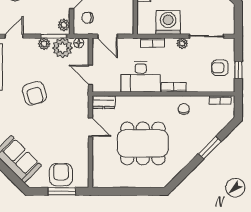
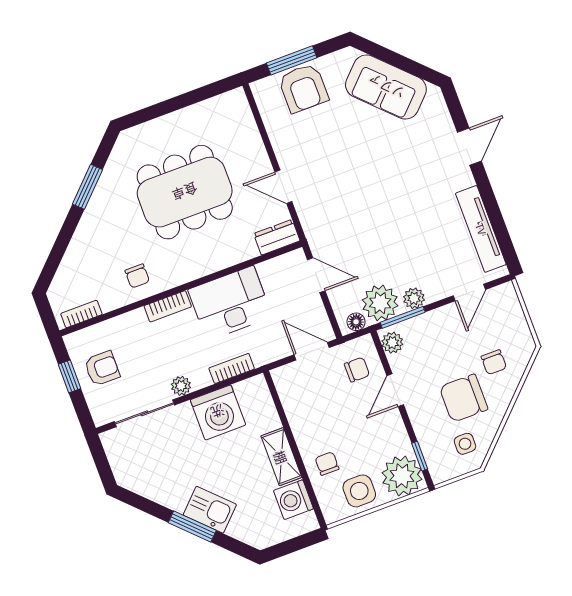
armchair: (34, 93) -> (399, 209), removed
window: (210, 148) -> (87, 187), moved

